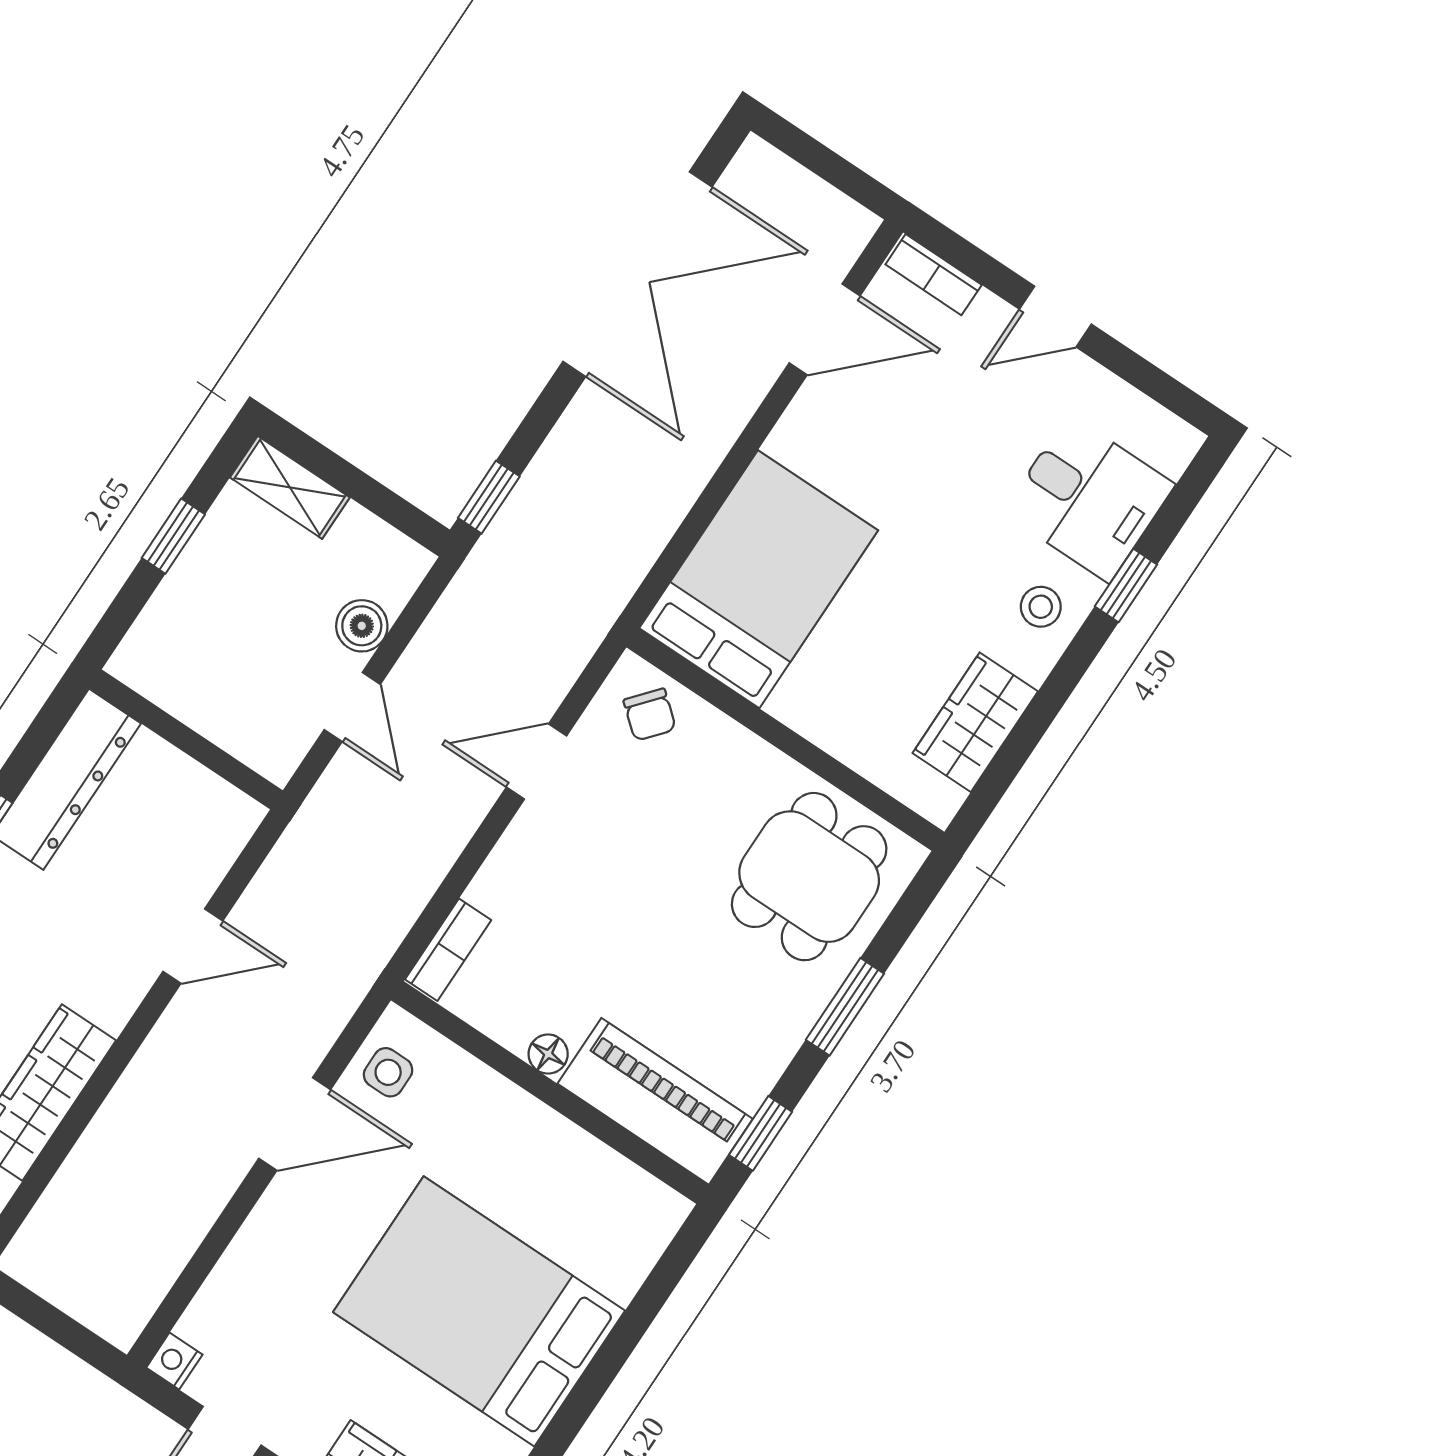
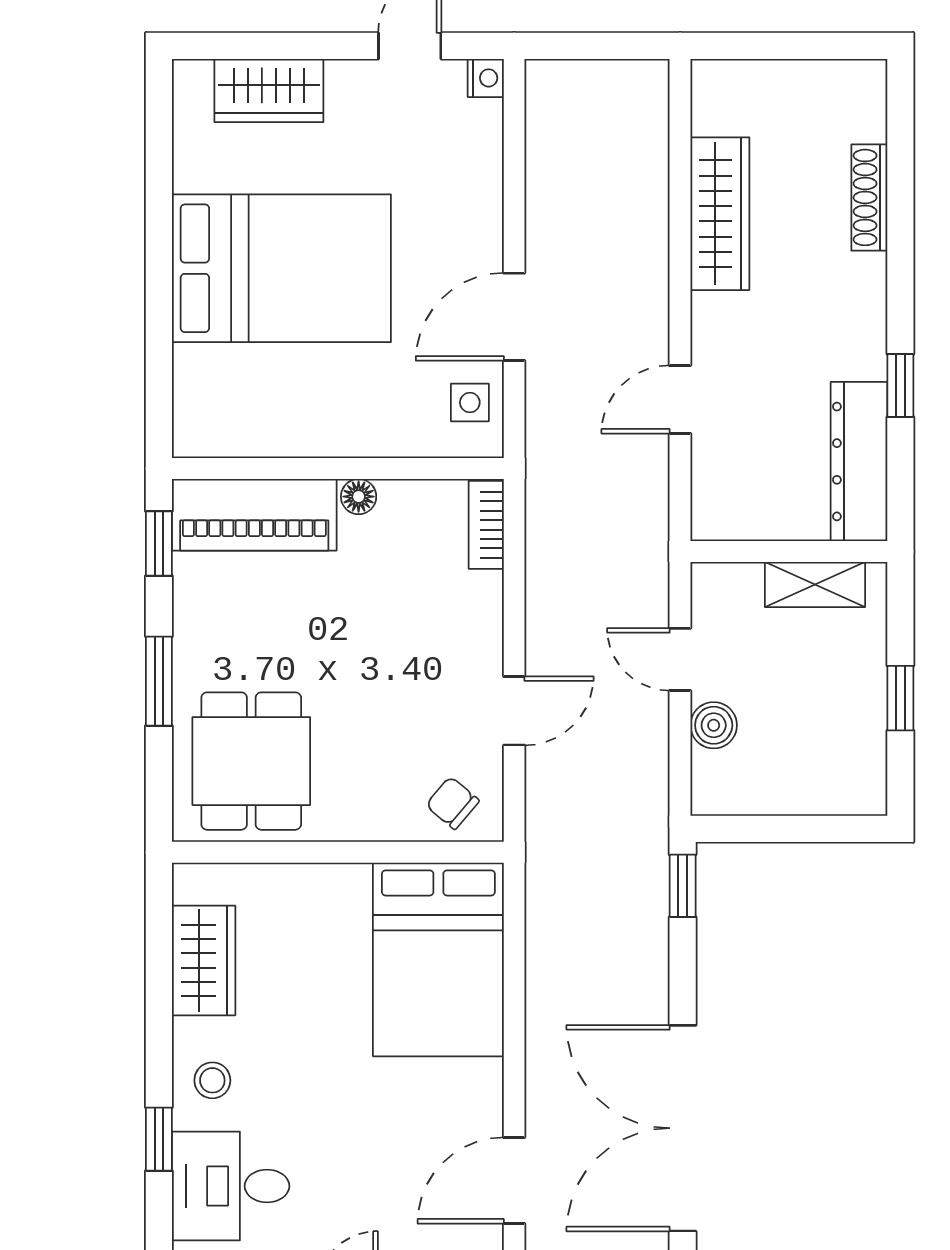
shelving: (290, 487) -> (815, 584), moved

